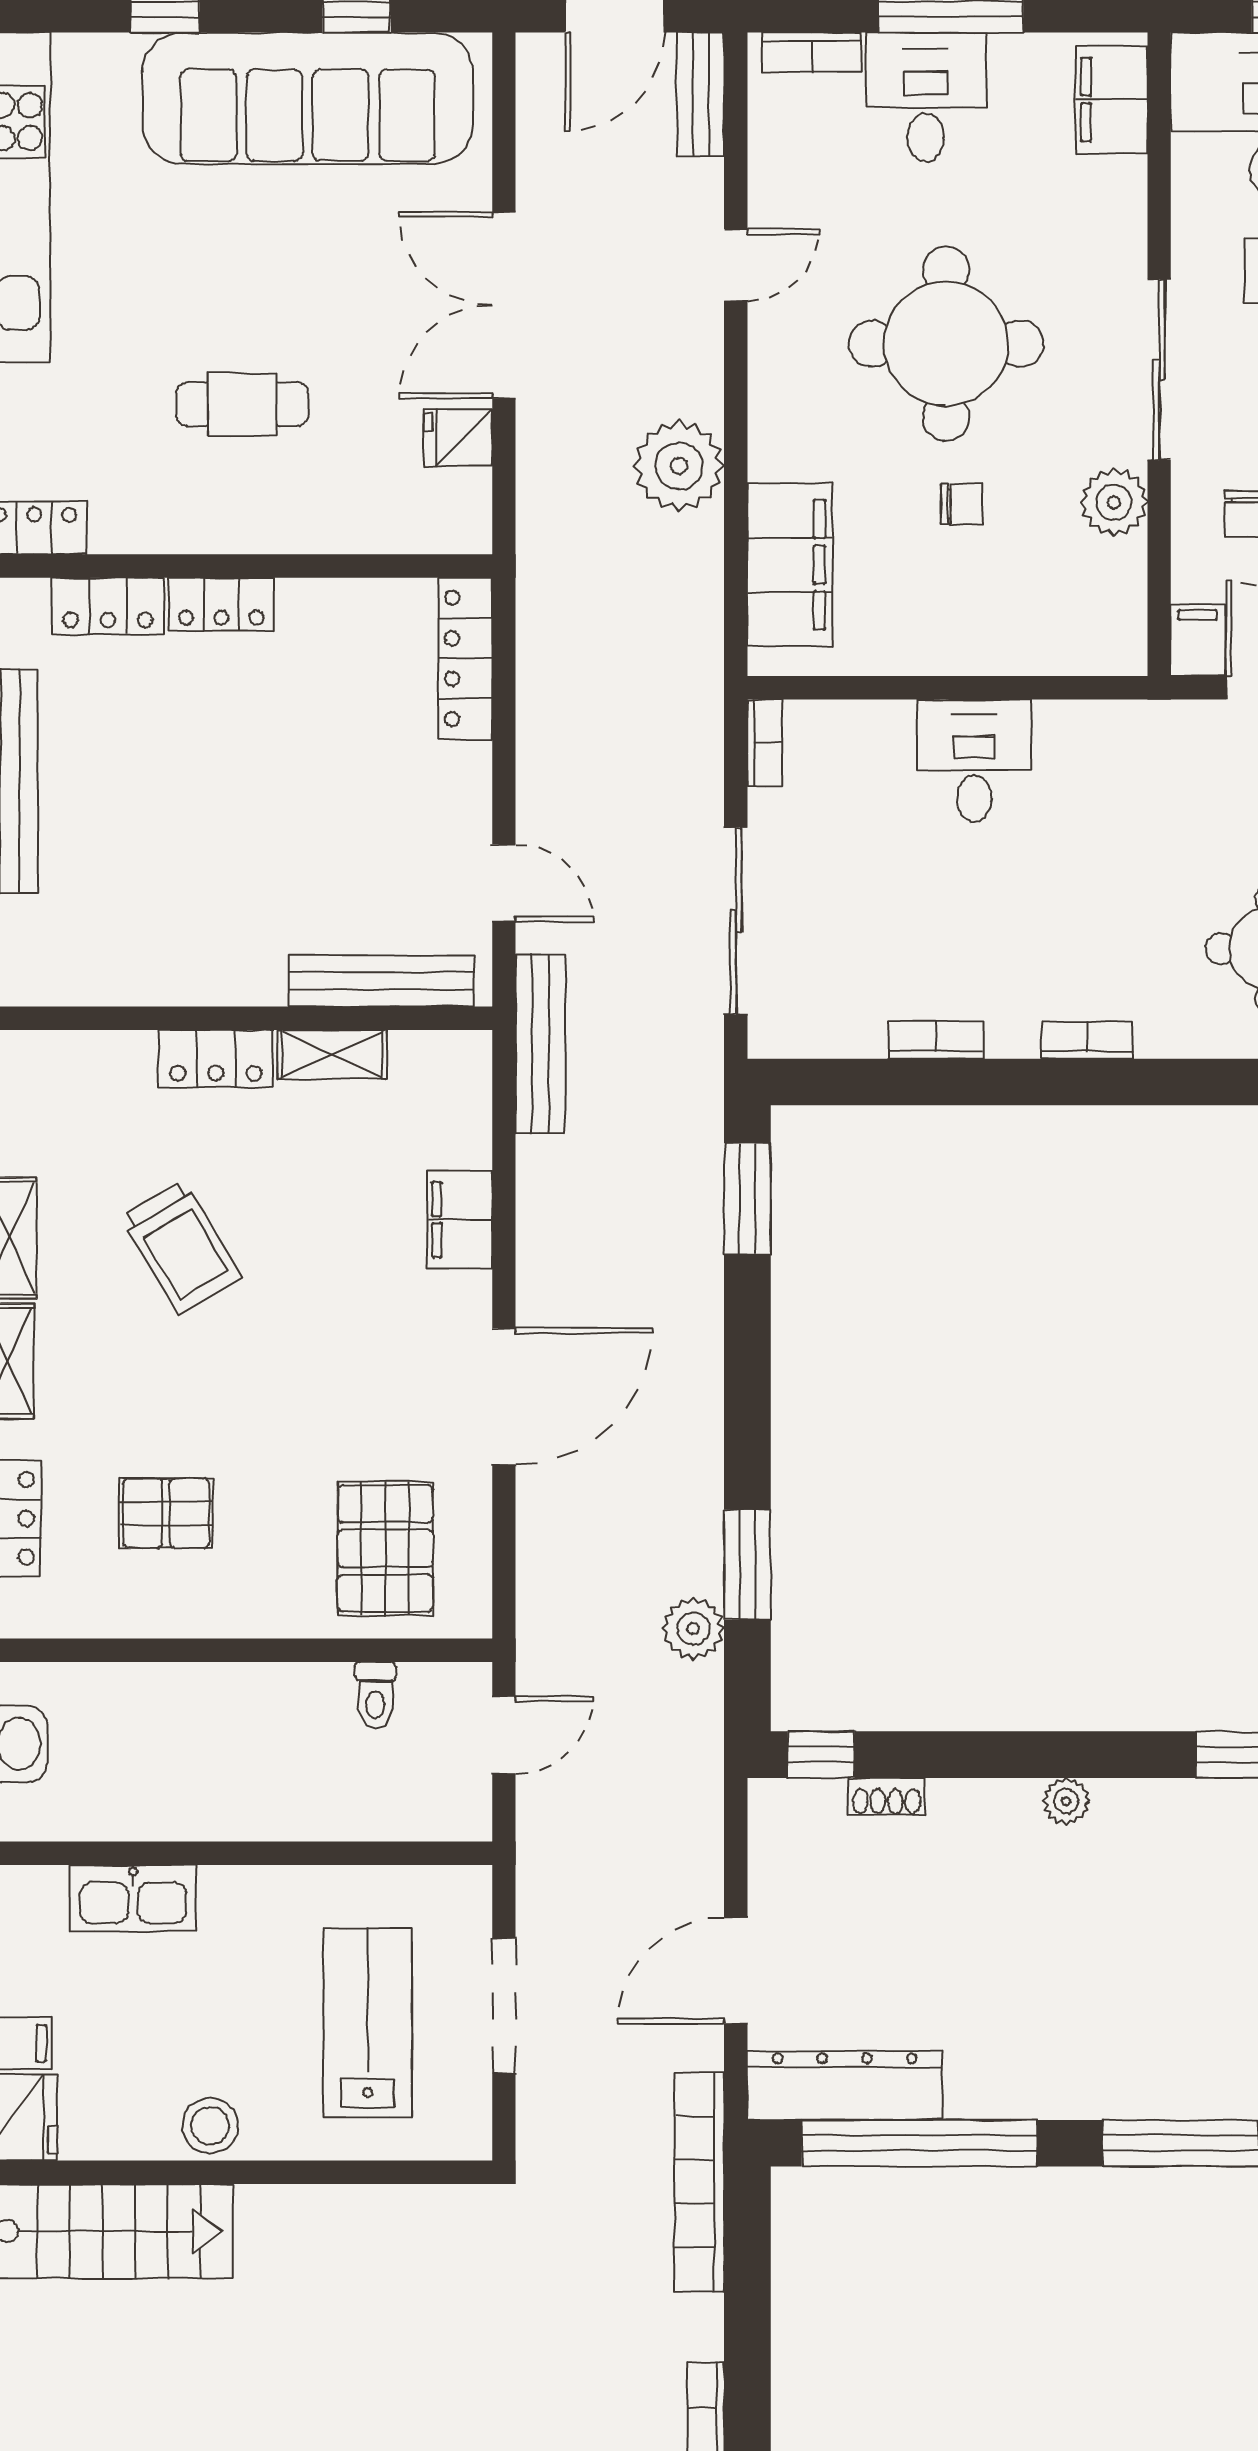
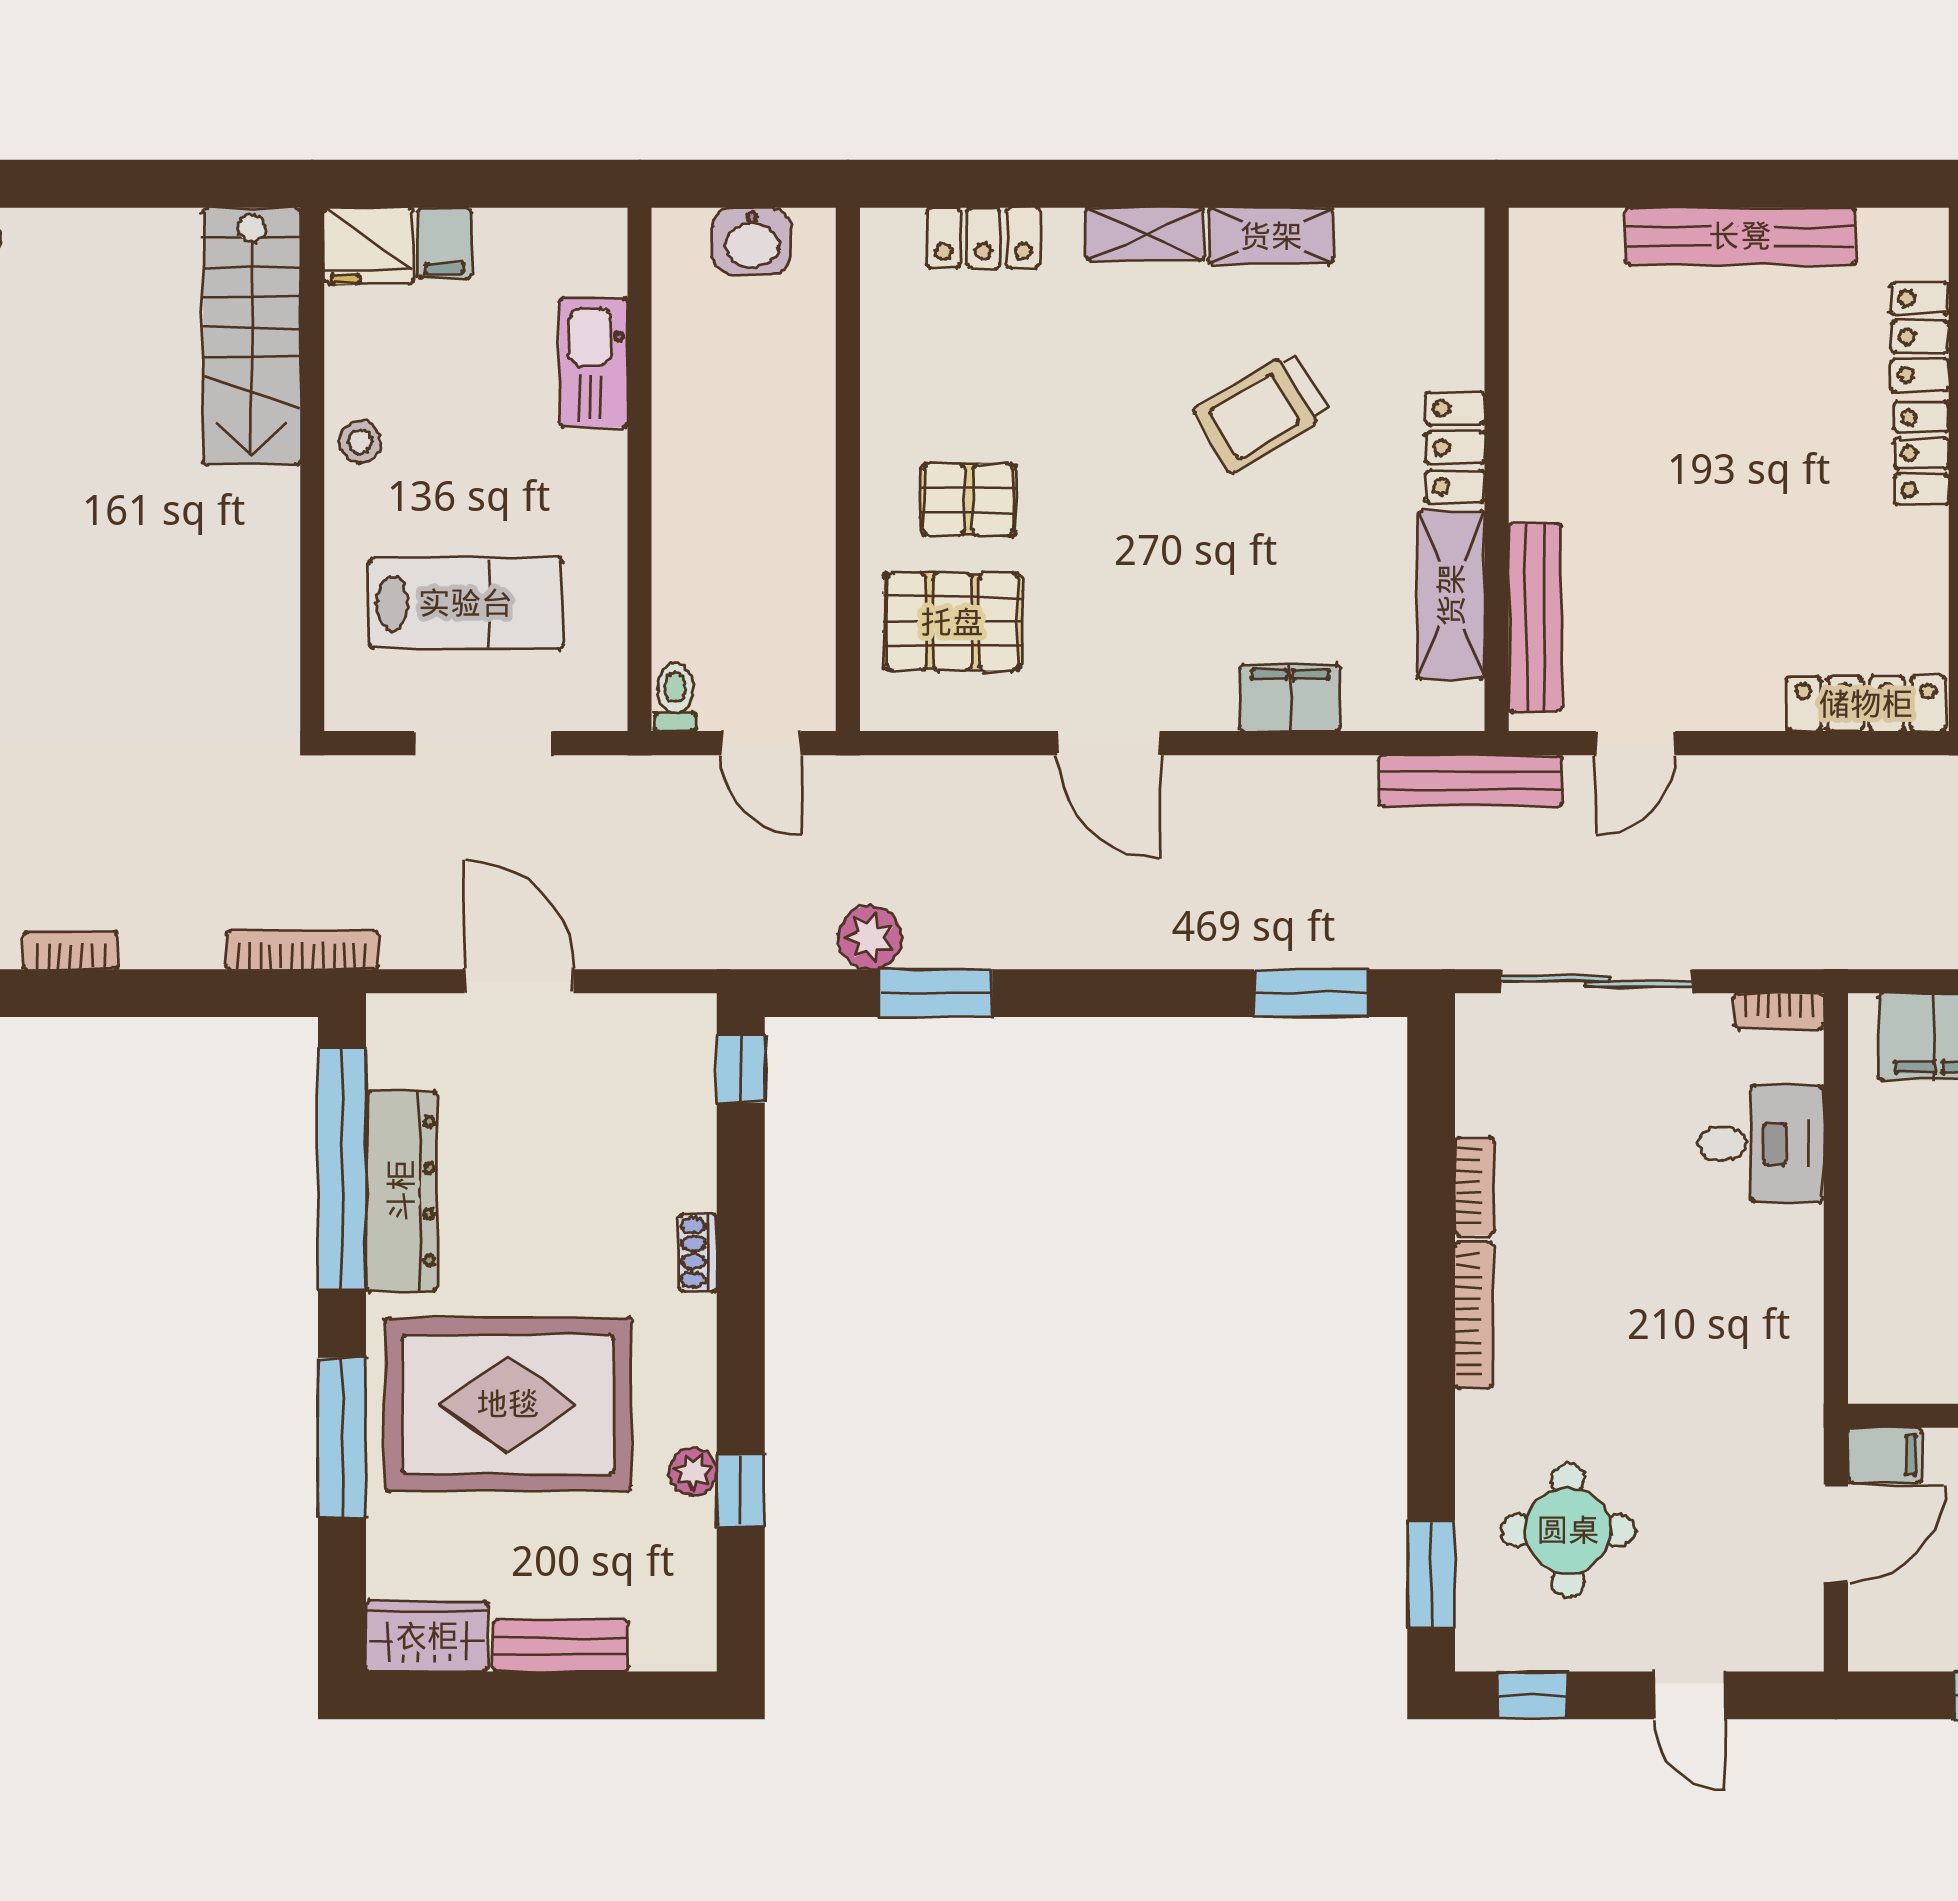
desk: (974, 761) -> (1761, 1144), moved
bookcase: (1087, 1040) -> (1474, 1315), width x1.56
shelving: (332, 1054) -> (1451, 595), width x1.50, depth x1.33
door: (504, 1396) -> (1109, 743), width x0.73
pallet: (166, 1513) -> (969, 500), moved, turned 90
toilet: (375, 1695) -> (675, 697), moved, turned 90
shoe rack: (886, 1796) -> (698, 1252), moved
plant: (1066, 1801) -> (693, 1472), moved
rug: (1148, 1982) -> (508, 1404), added
dresser: (845, 2085) -> (401, 1191), moved
stool: (210, 2126) -> (360, 442), width x0.73, depth x0.73
bookcase: (699, 2182) -> (302, 950), width x0.68, depth x0.76

